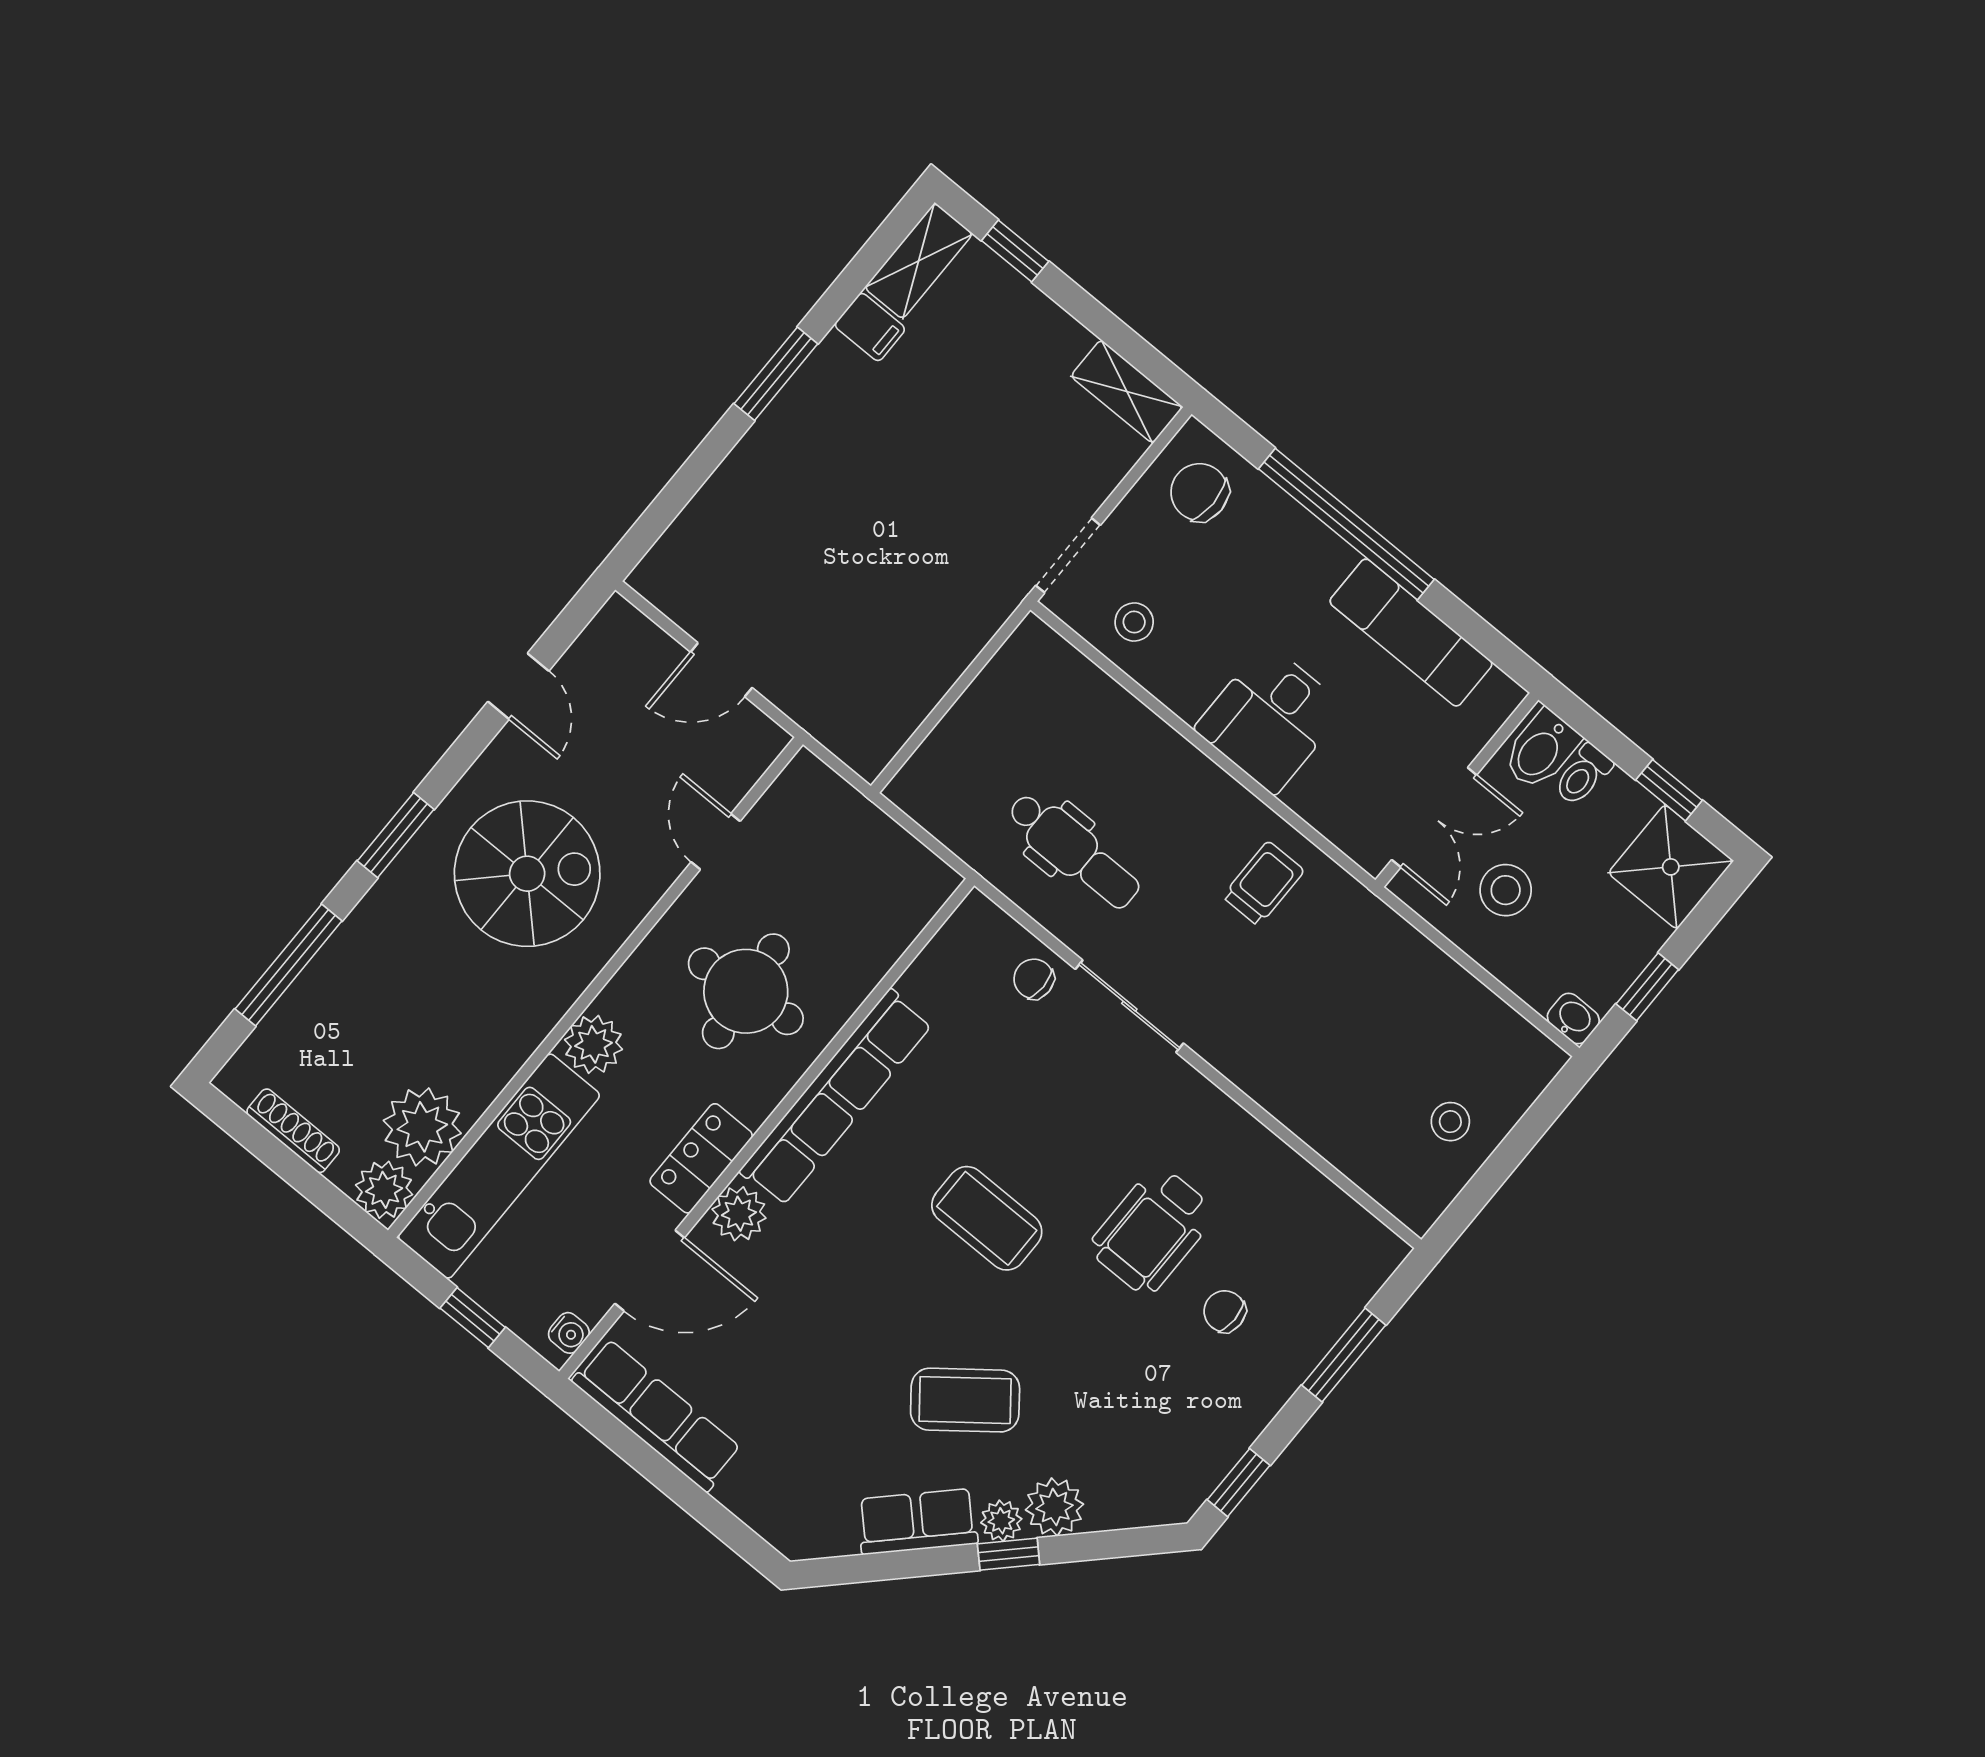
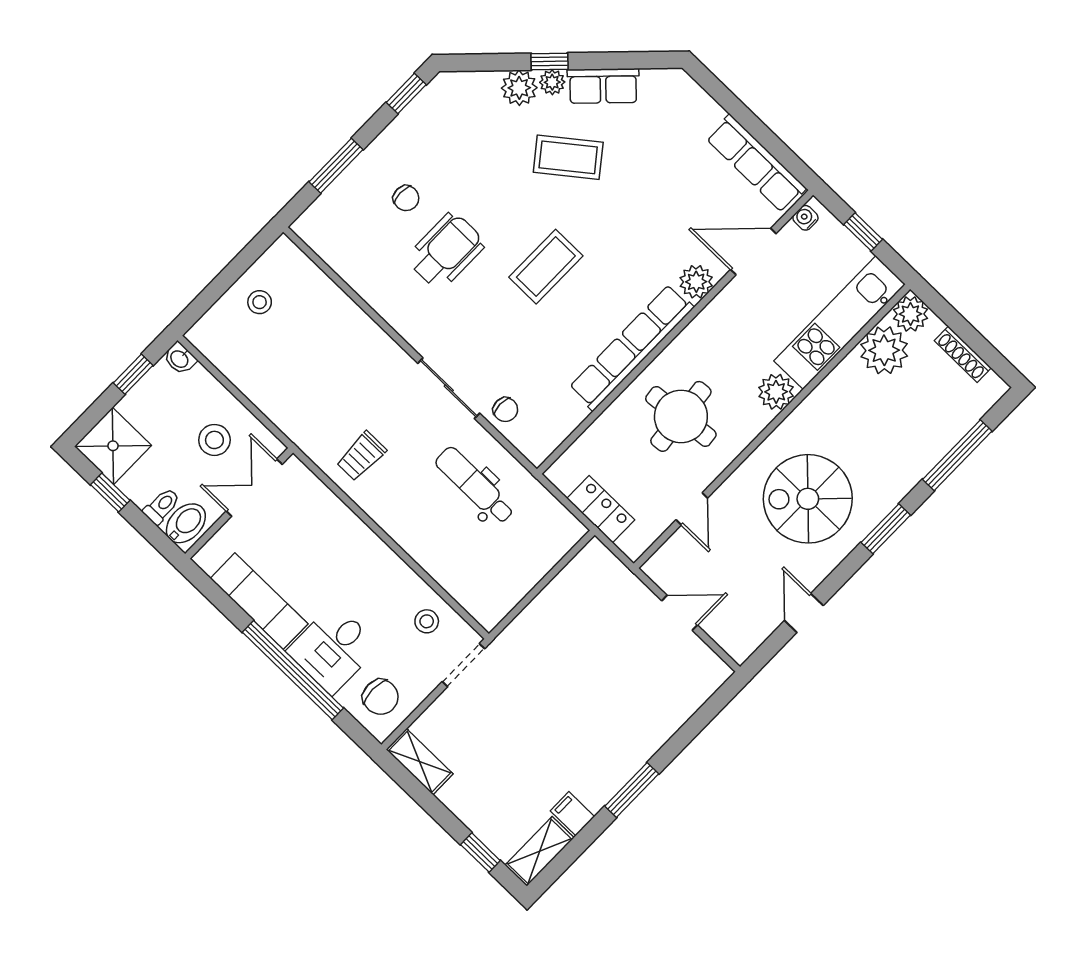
desk: (1270, 718) -> (333, 649), moved, turned 180
locker: (701, 1158) -> (601, 509), moved, turned -90
coffee table: (987, 1218) -> (546, 267), turned 90

